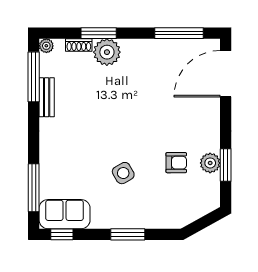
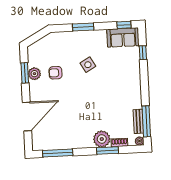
door: (226, 74) -> (27, 117), moved
bench: (47, 97) -> (138, 121), moved
window: (34, 188) -> (143, 53), width x0.46

